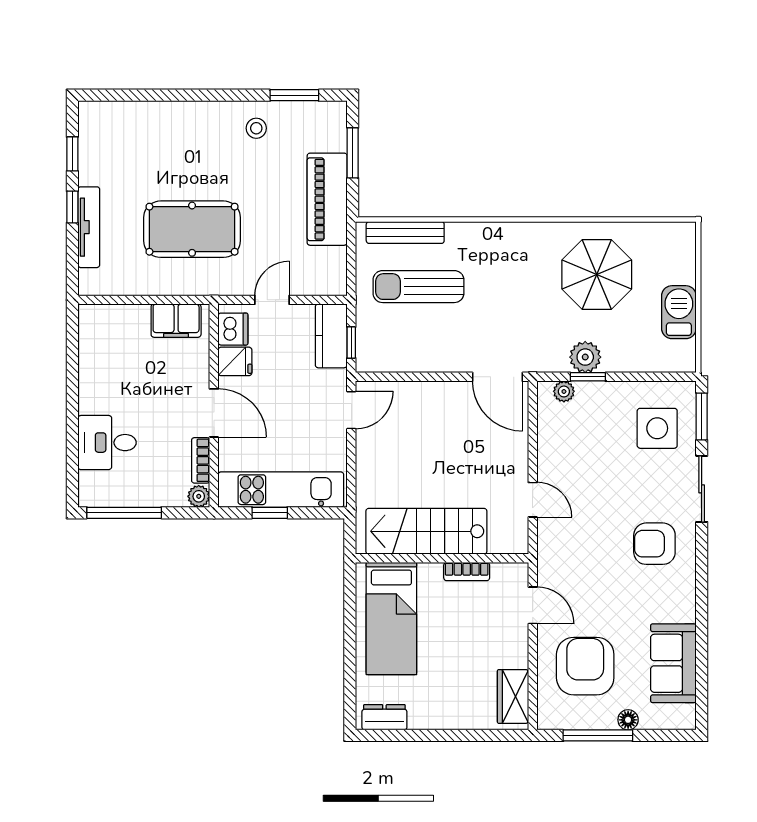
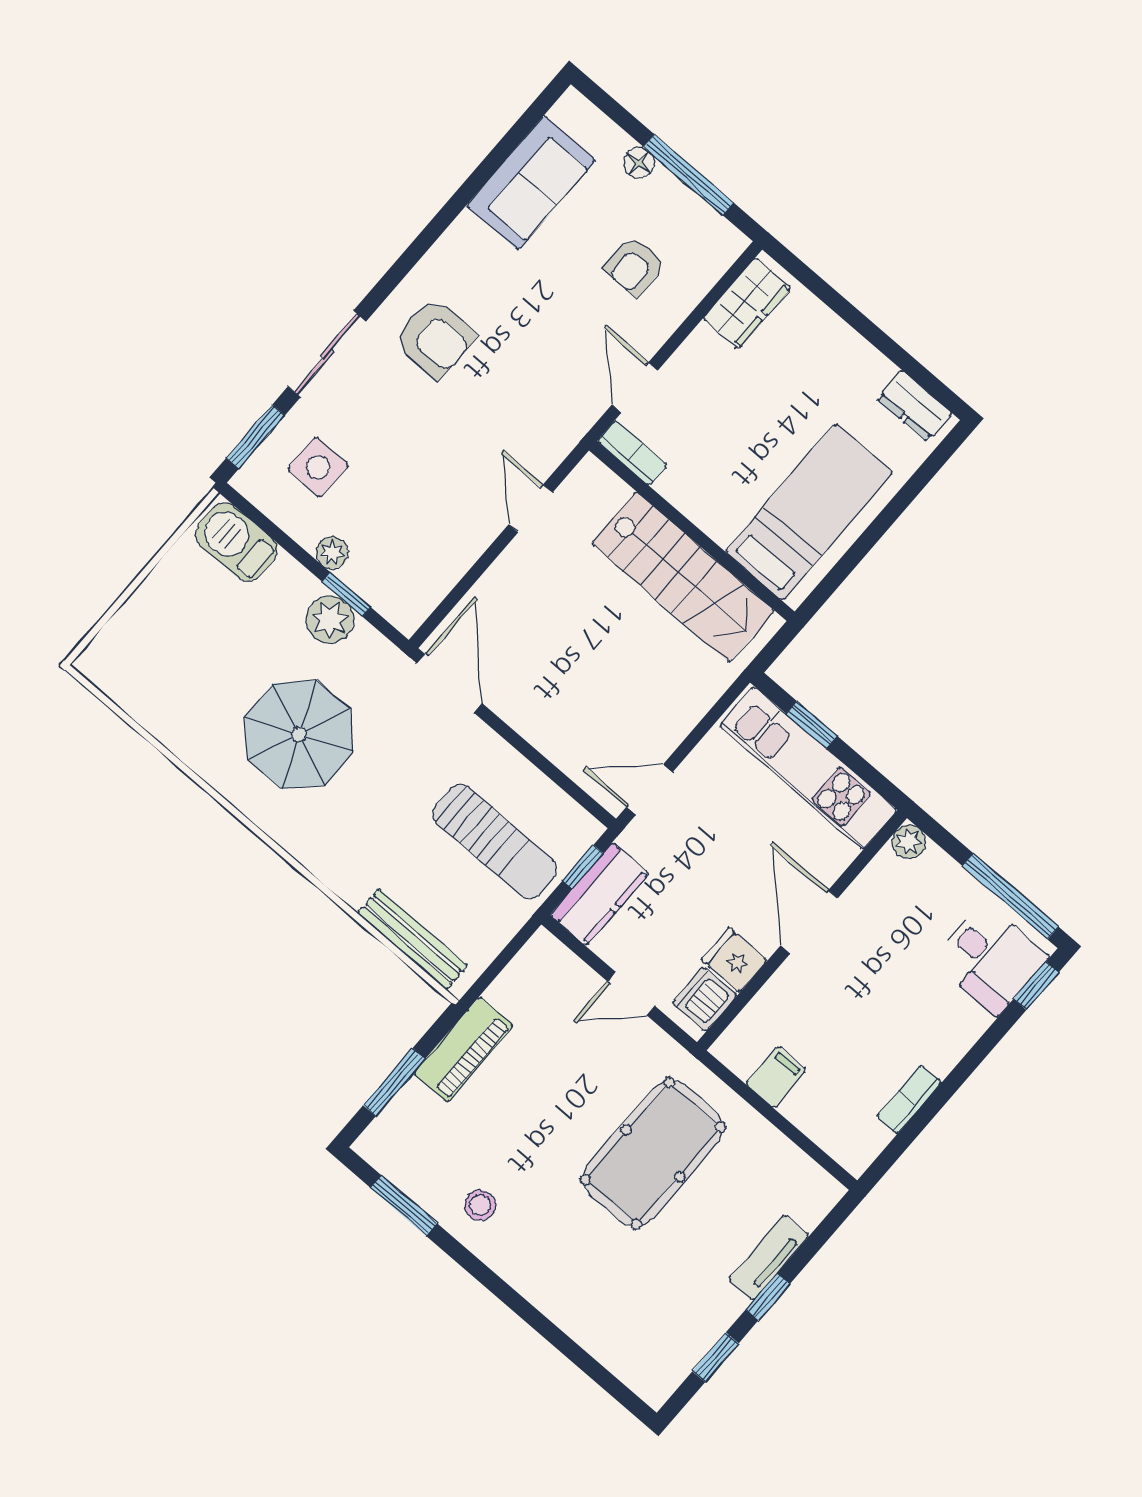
piano: (327, 199) -> (463, 1049), width x0.73, depth x0.75
tv unit: (89, 227) -> (769, 1257), width x0.71
pool table: (192, 229) -> (653, 1153), turned 90
parasol: (597, 275) -> (299, 734), moved
sun lounger: (418, 287) -> (495, 842), moved
barbecue: (679, 312) -> (236, 542), moved, turned 90
filing cabinet: (176, 321) -> (776, 1077), width x0.50
plant: (564, 391) -> (332, 553), moved
side table: (657, 428) -> (318, 467), width x0.73, depth x0.73
desk: (107, 443) -> (991, 959), moved
bookcase: (201, 460) -> (909, 1099), moved, turned 180
window: (72, 479) -> (1036, 986), added
window: (270, 513) -> (812, 725), moved
bookcase: (467, 571) -> (632, 453), moved
armchair: (585, 666) -> (635, 266), width x0.53, depth x0.53

